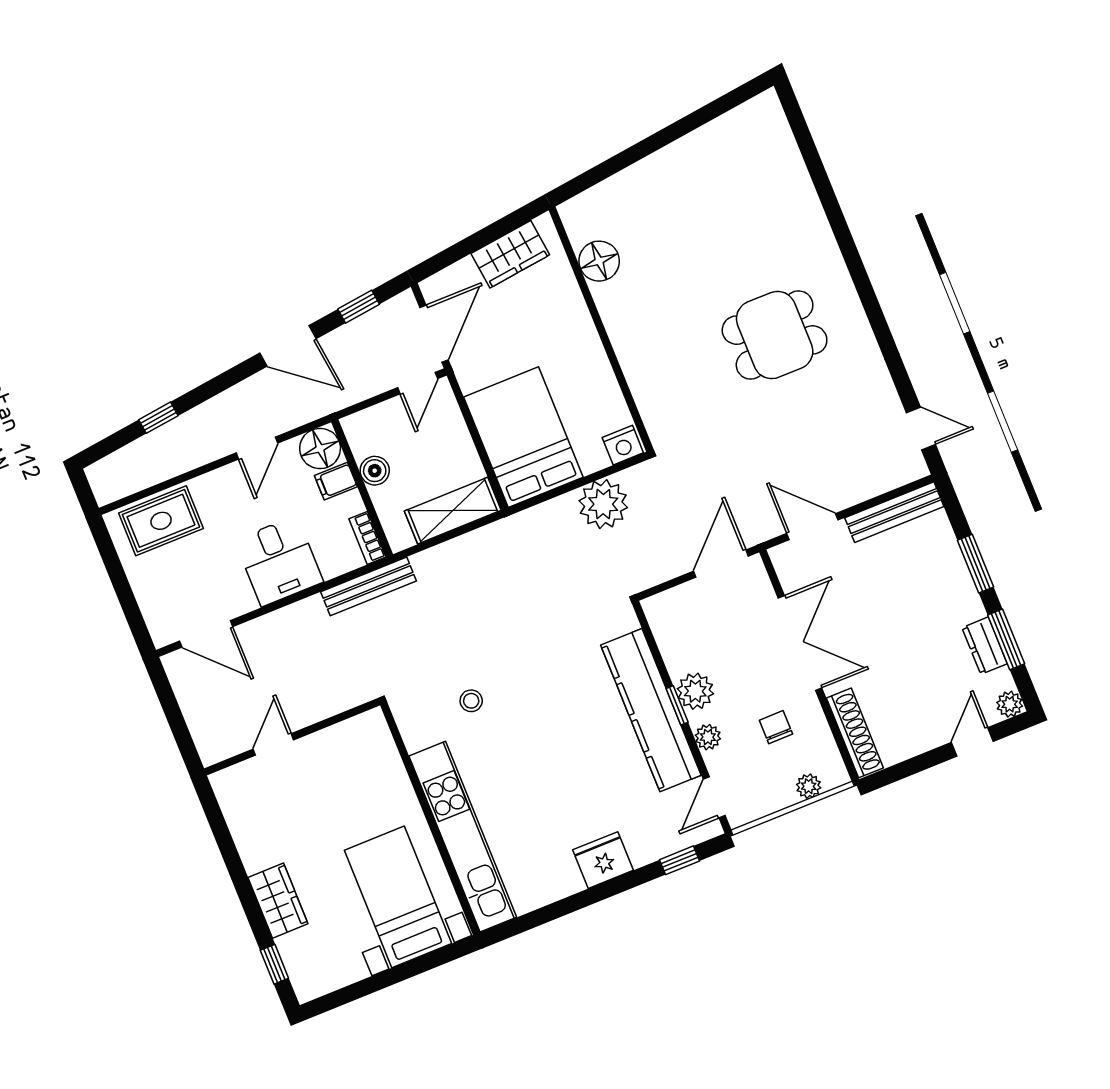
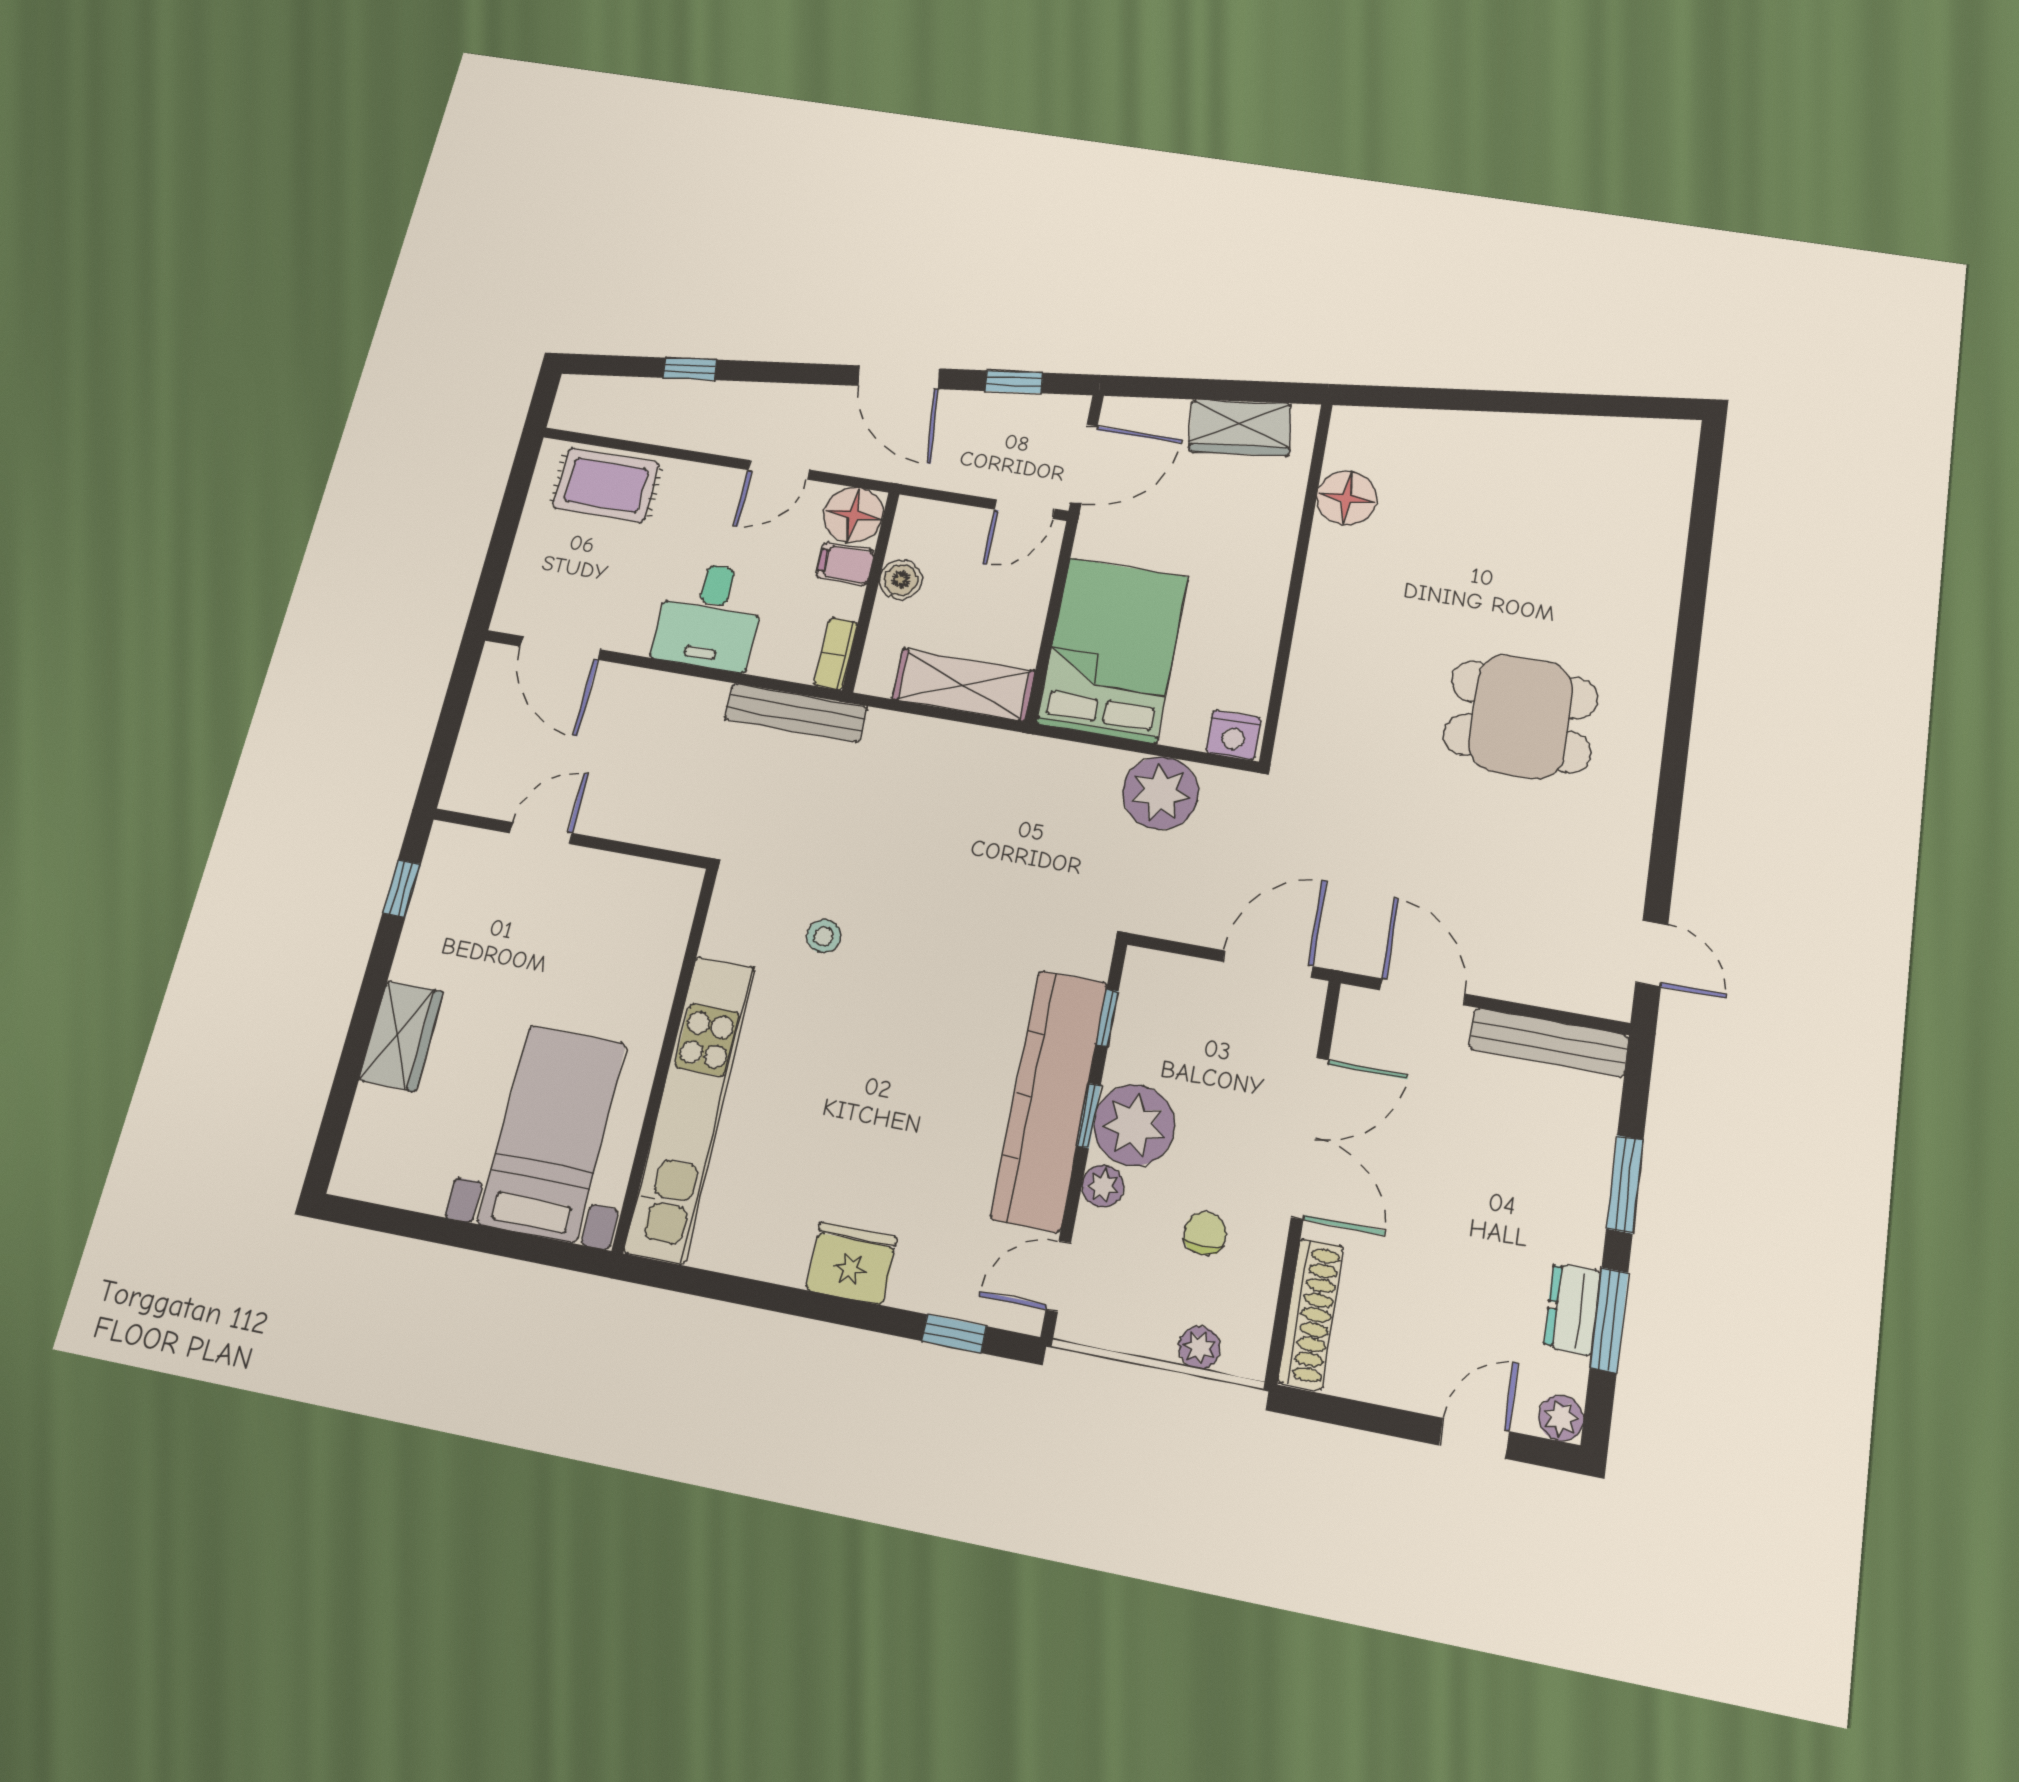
window: (654, 647) -> (1107, 1018), added
plant: (695, 691) -> (1134, 1125), width x1.36, depth x1.36
window: (274, 964) -> (402, 889), moved

